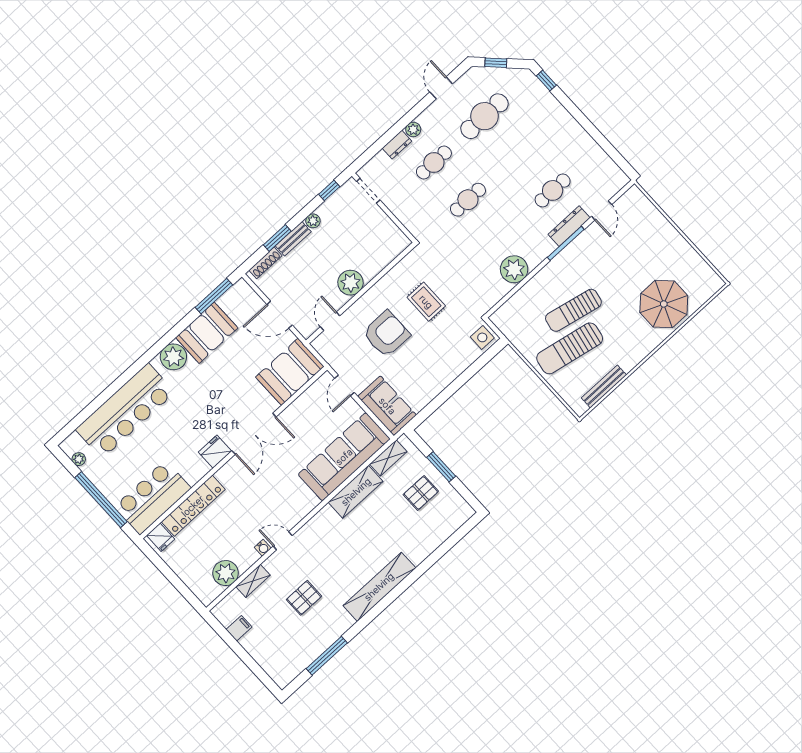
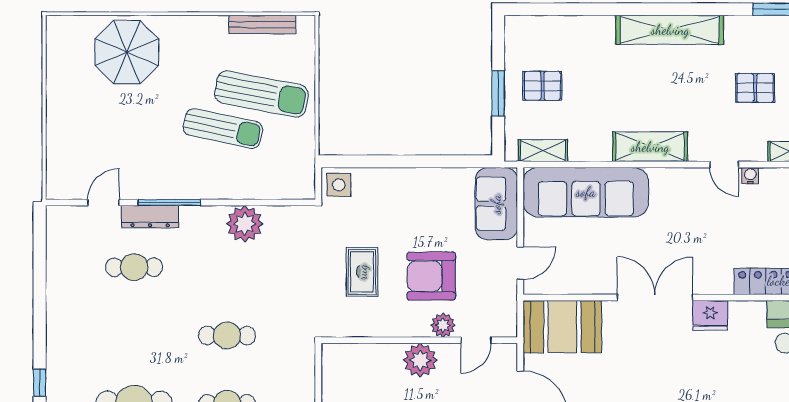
plant: (355, 313) -> (443, 325), added
shelving: (356, 492) -> (650, 147), moved

